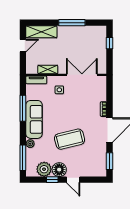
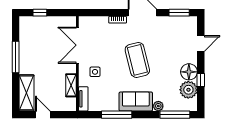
sofa: (34, 119) -> (136, 102), width x0.73
coffee table: (70, 139) -> (137, 60), moved
door: (73, 180) -> (201, 44), moved

